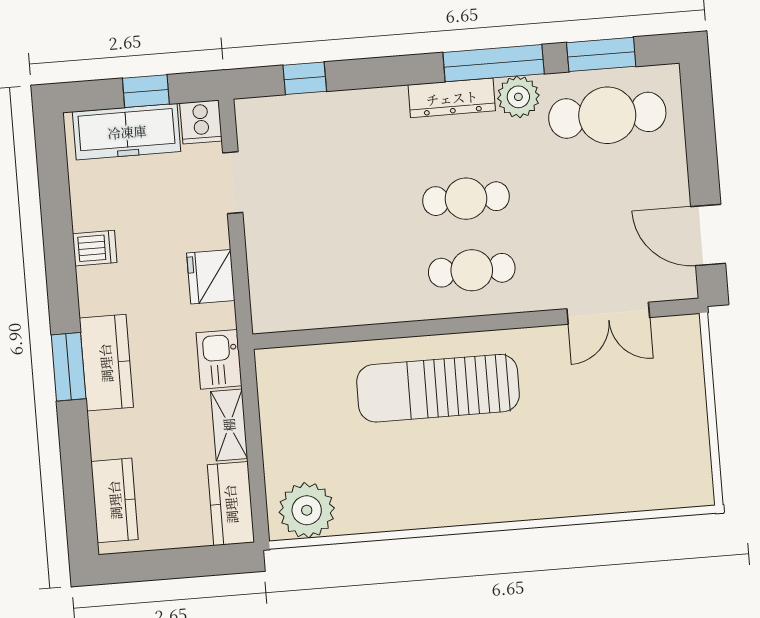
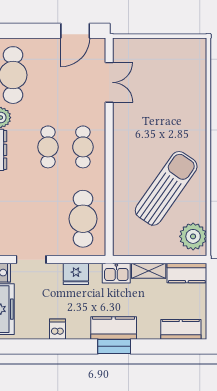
cafe table: (325, 282) -> (83, 219), added
sun lounger: (438, 388) -> (166, 188), moved, turned -145

